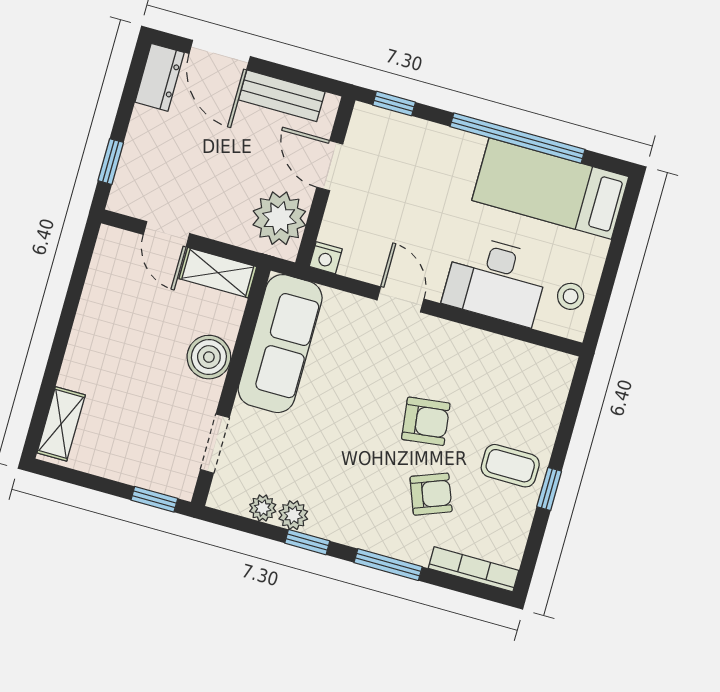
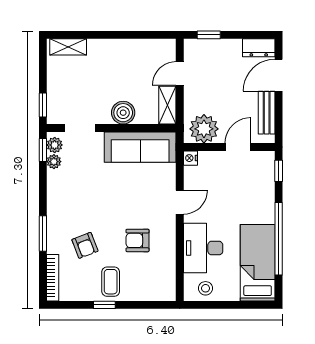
armchair: (426, 421) -> (138, 240), moved, turned 97
plant: (293, 515) -> (55, 145), moved
window: (307, 542) -> (43, 150), moved

